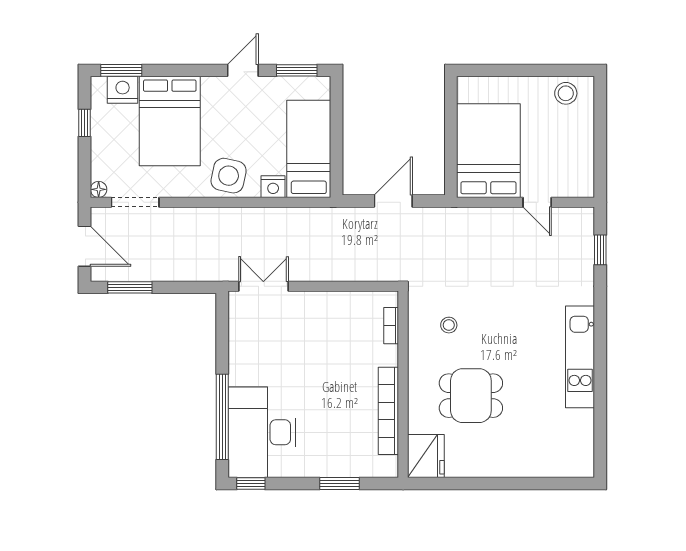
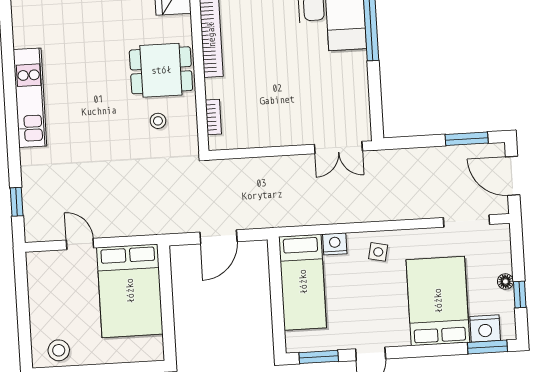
side table: (229, 176) -> (378, 252), width x0.54, depth x0.54
floor lamp: (99, 189) -> (505, 281), moved
dining table: (471, 396) -> (161, 70), moved

